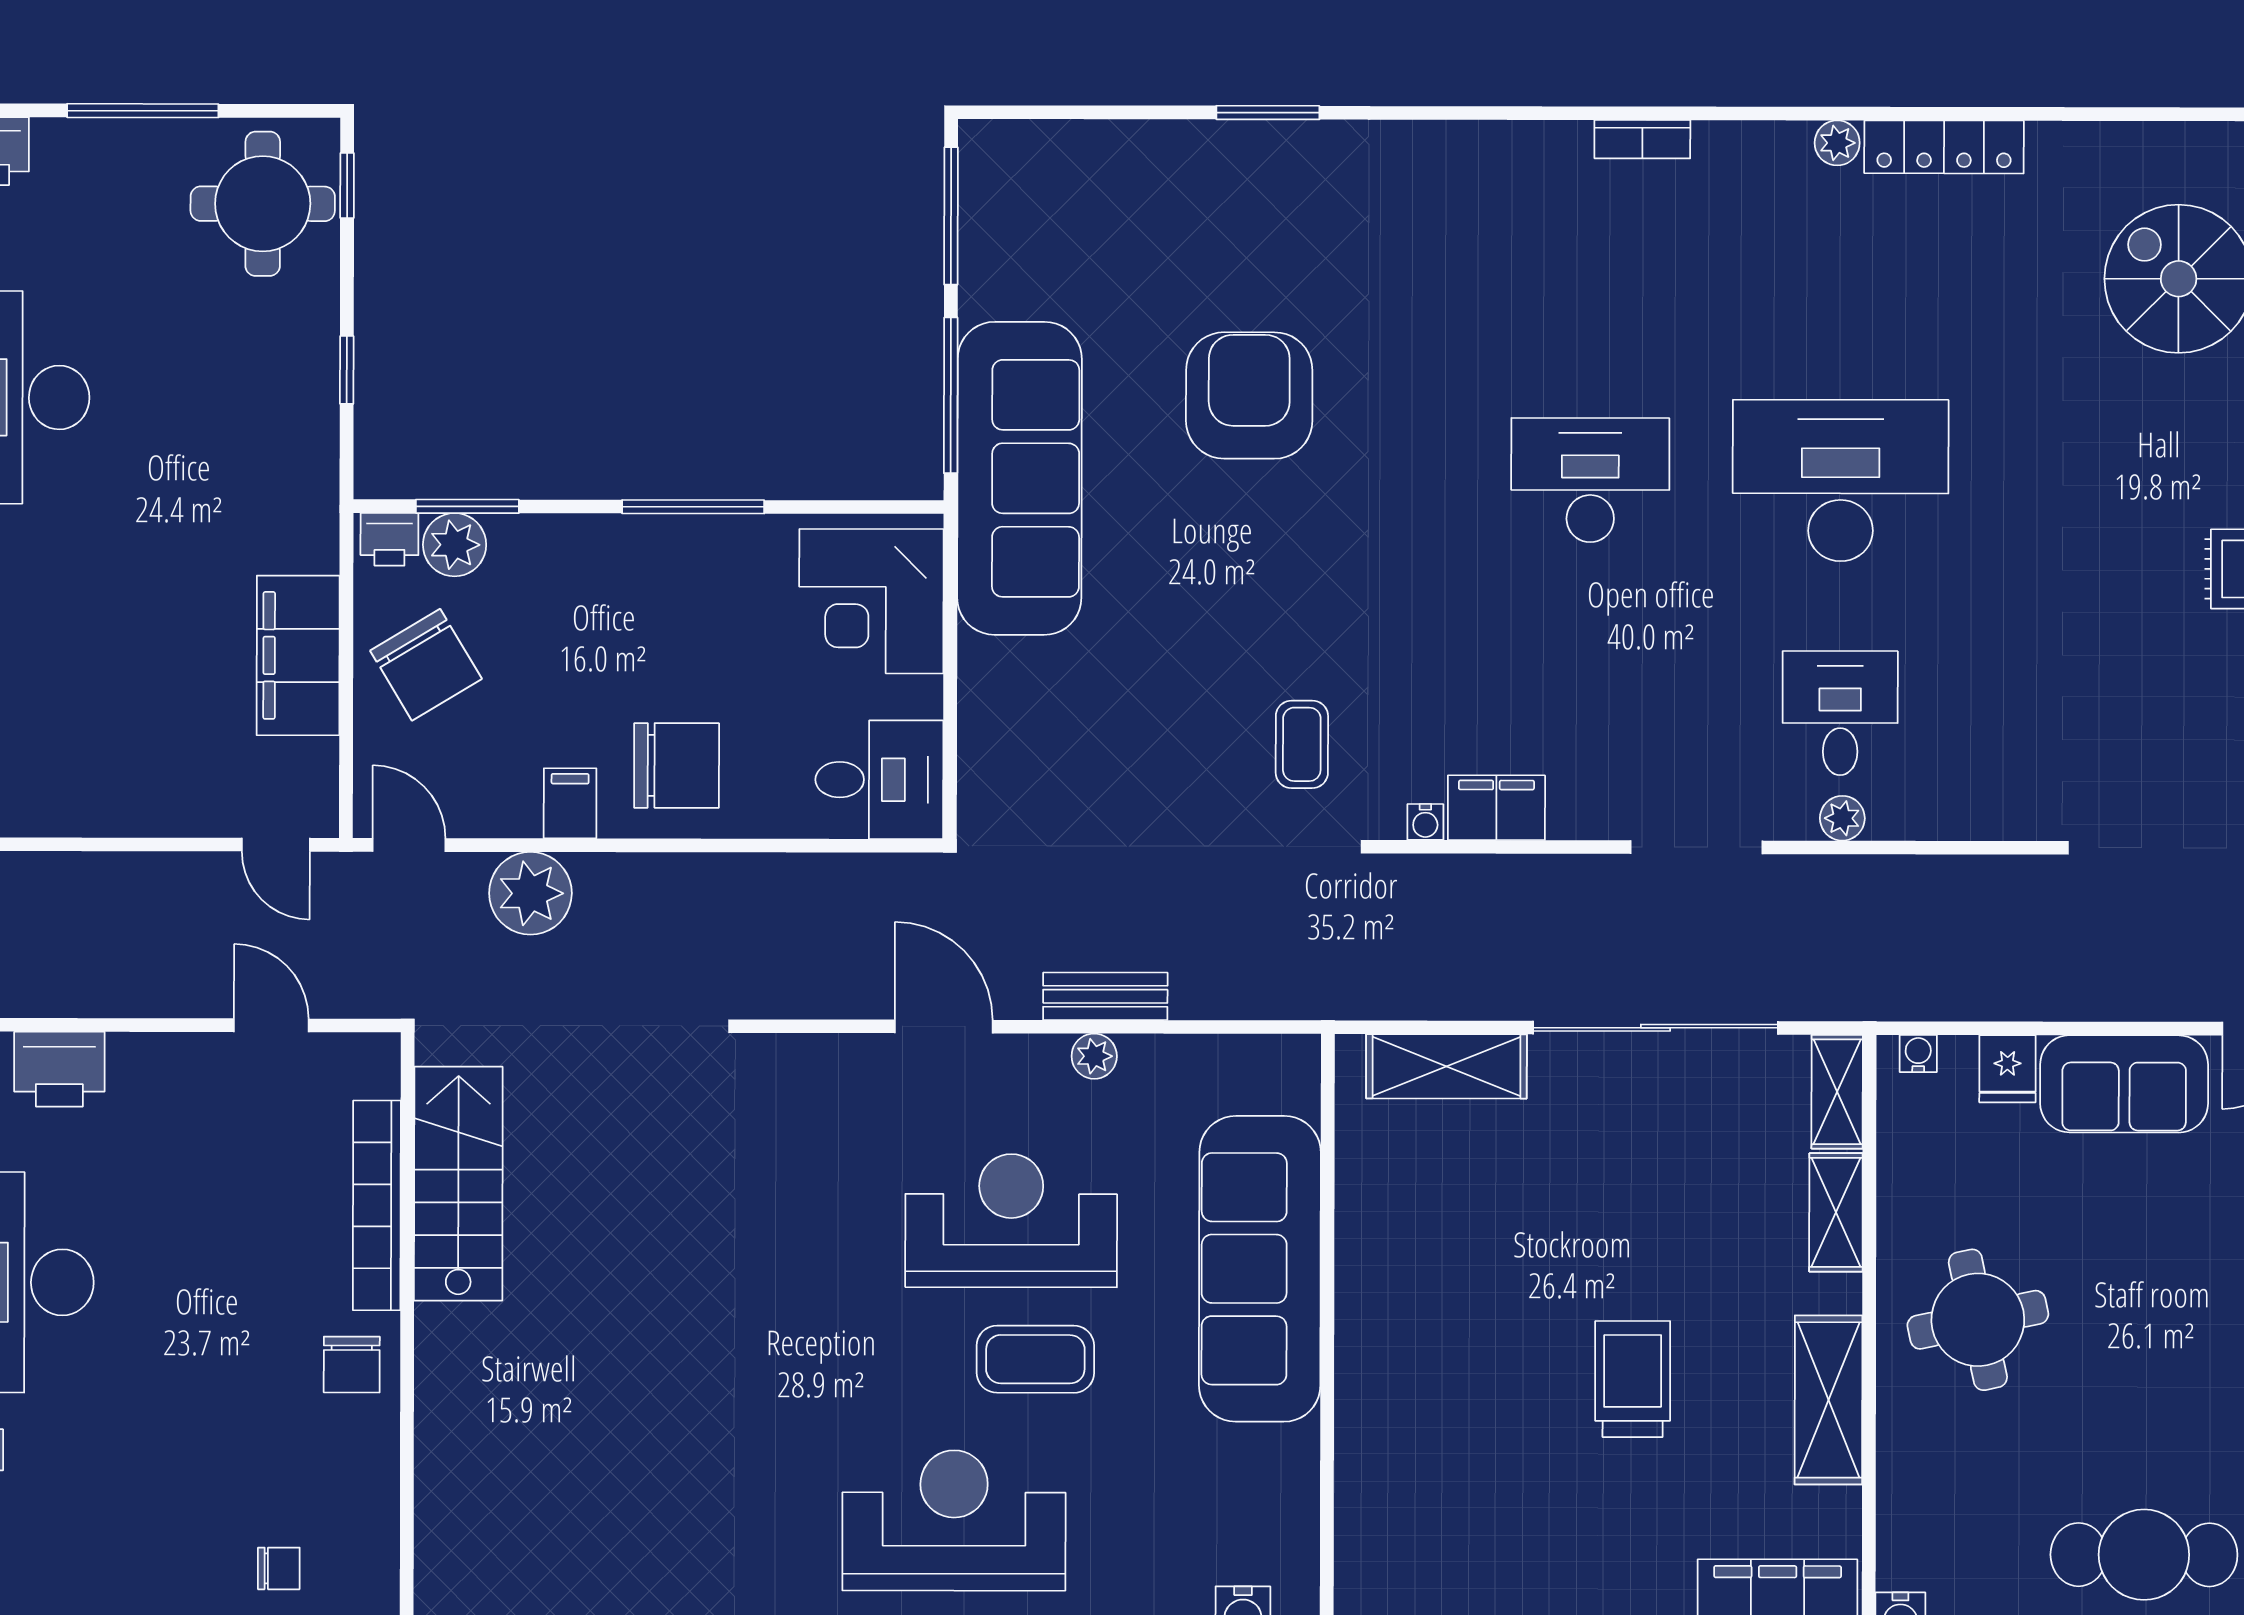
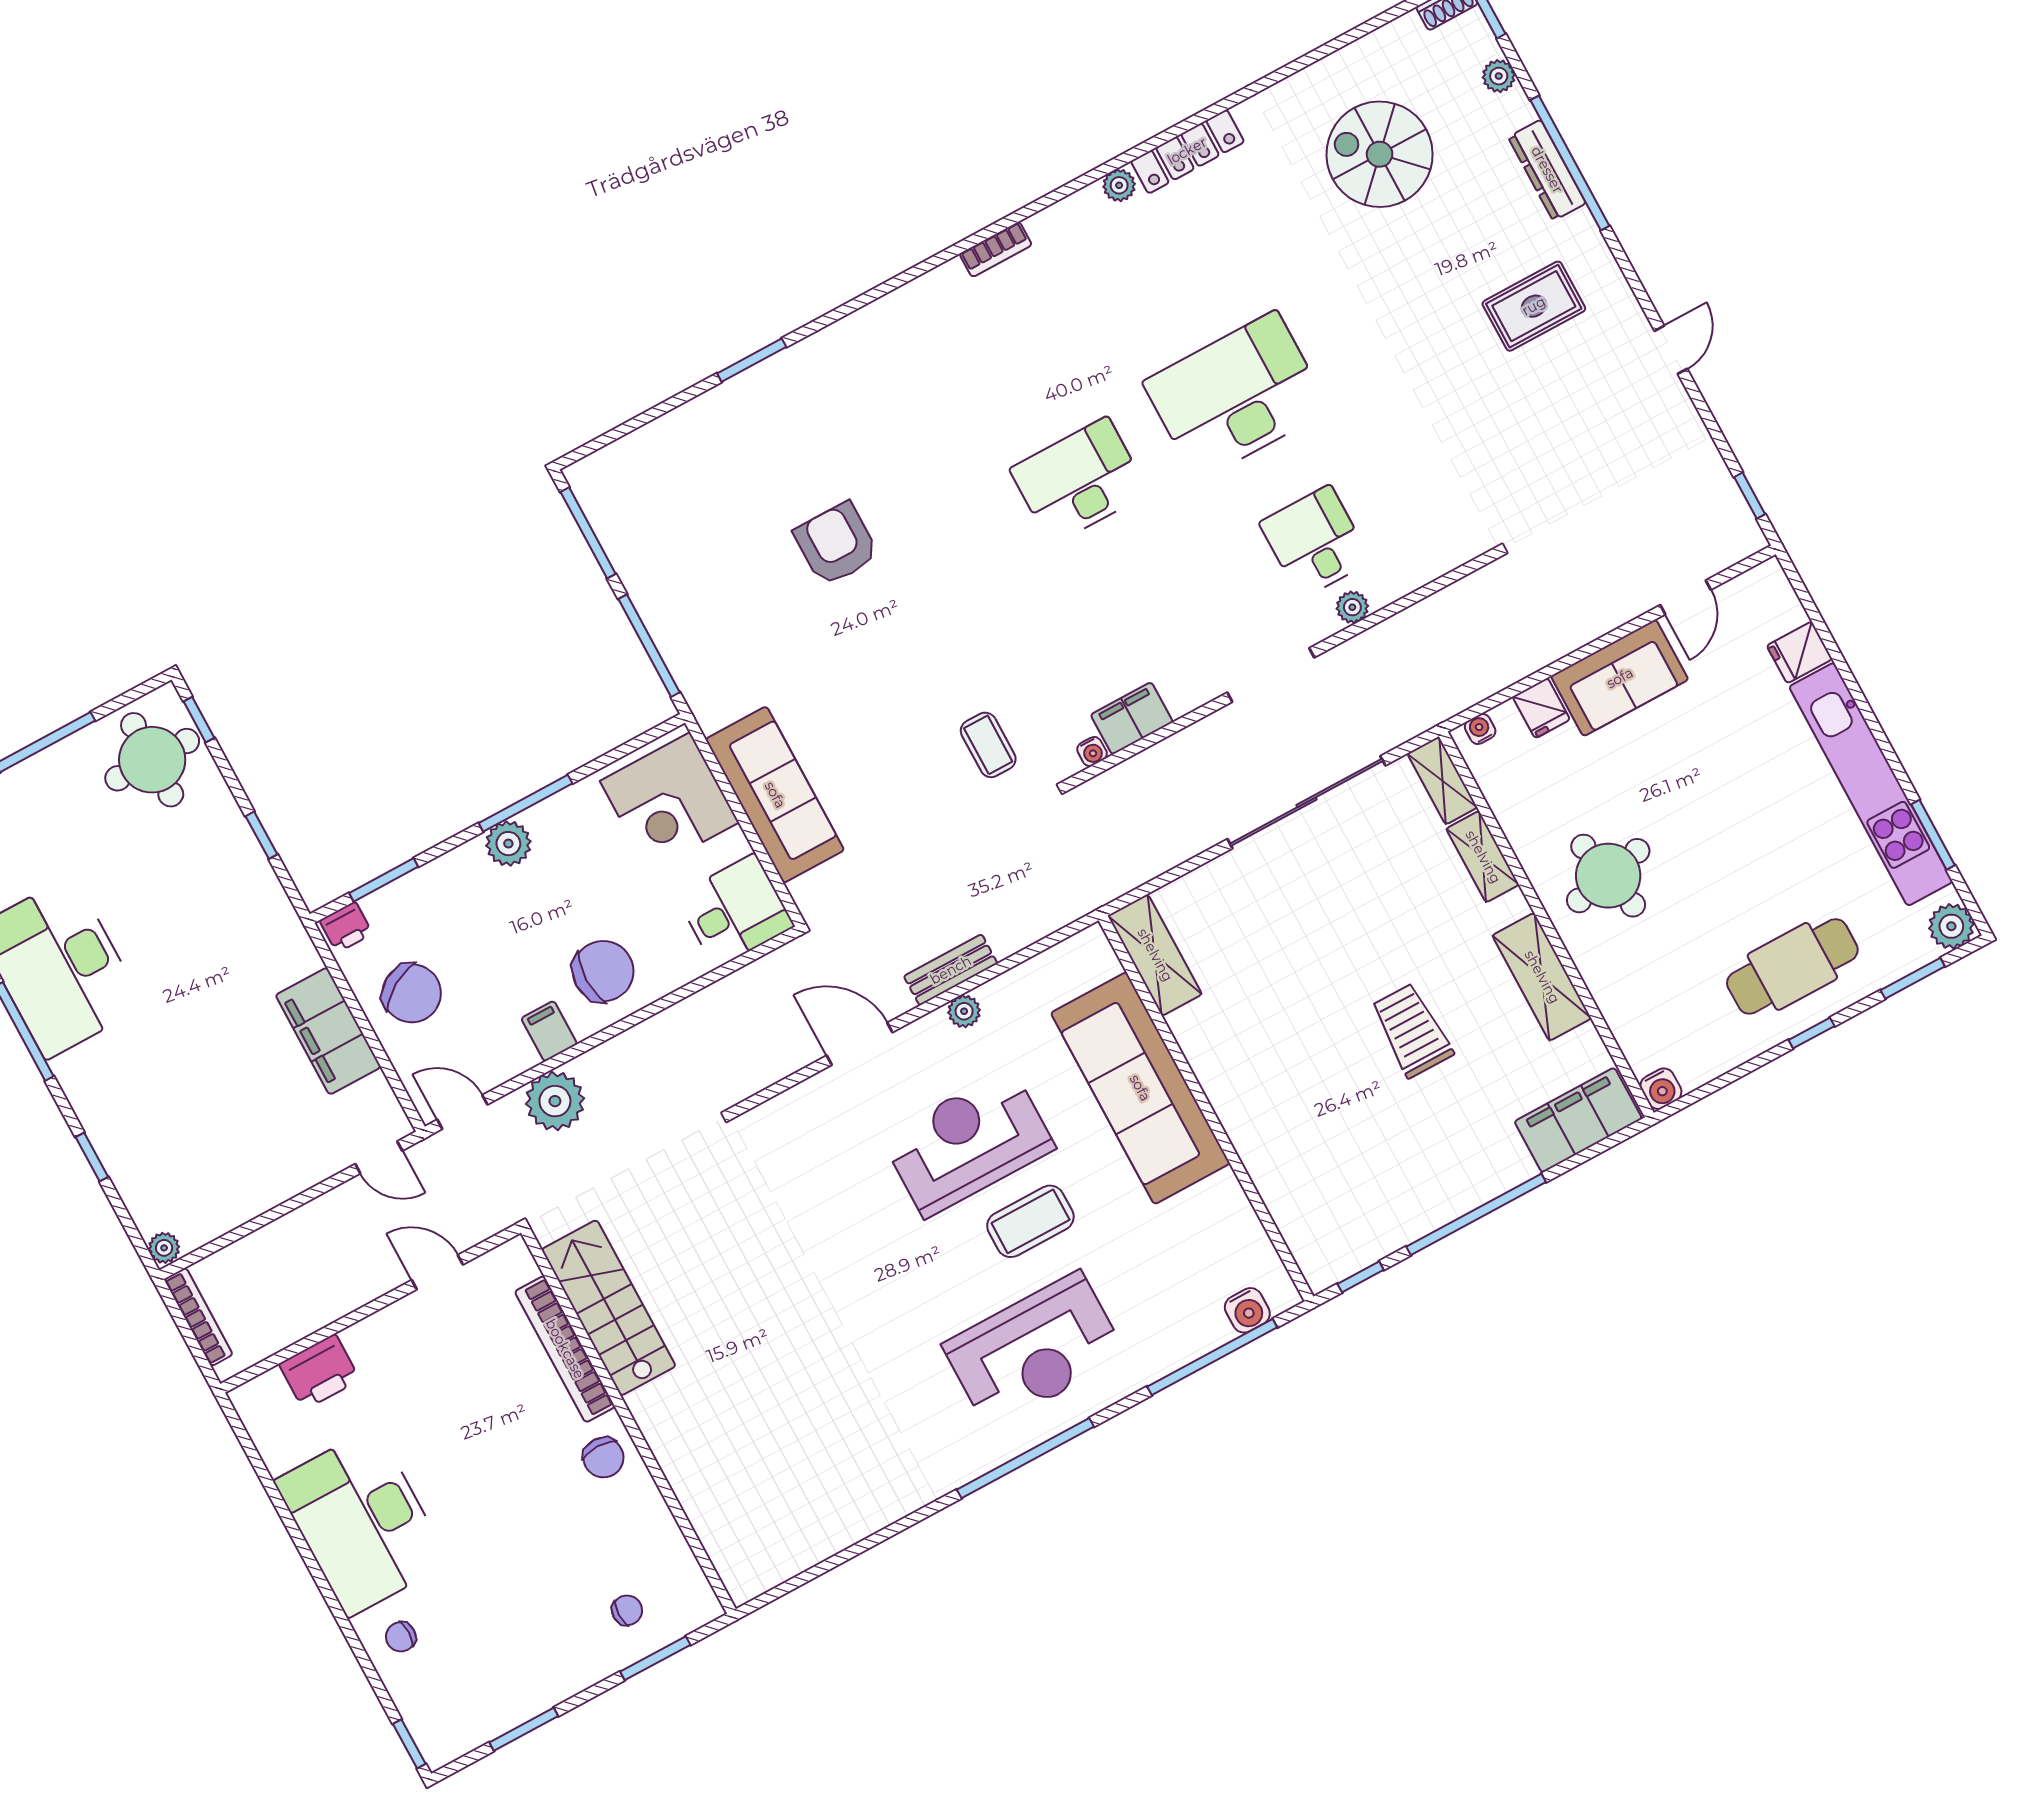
armchair: (1249, 395) -> (836, 544), width x0.73, depth x0.73
sofa: (1019, 478) -> (775, 795), moved, width x0.74, depth x0.79
plant: (455, 545) -> (508, 844), moved
shelving: (1446, 1066) -> (1155, 955), moved, turned 90
reception desk: (954, 1520) -> (1034, 1350), turned 180

